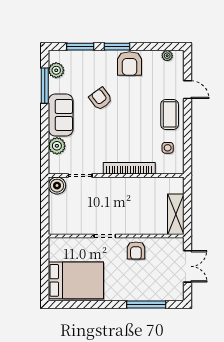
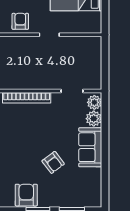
plant: (56, 70) -> (94, 102), moved
window: (45, 86) -> (105, 174), removed
boiler: (57, 186) -> (94, 82), removed

